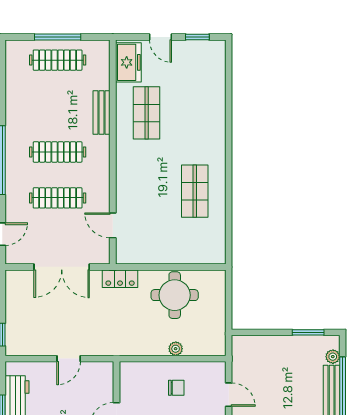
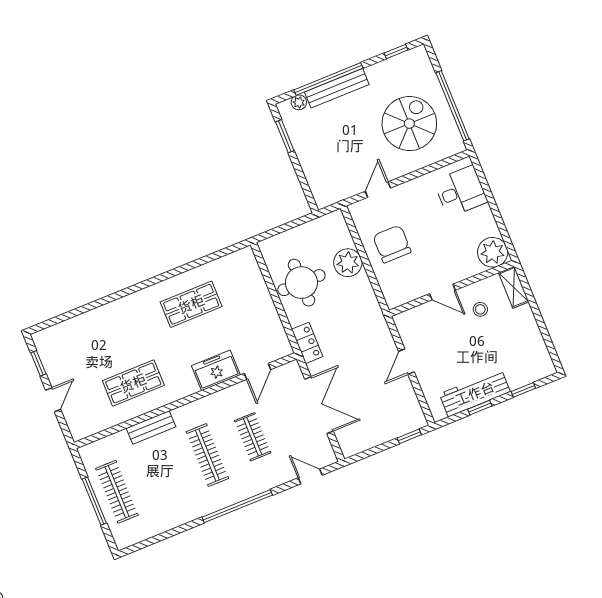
freezer: (128, 62) -> (216, 370), moved
clothes rail: (58, 198) -> (253, 437), width x0.73
plant: (176, 349) -> (348, 263), width x1.87, depth x1.87
door: (69, 359) -> (406, 362), swing flipped
chair: (176, 388) -> (392, 244), width x1.87, depth x1.87

